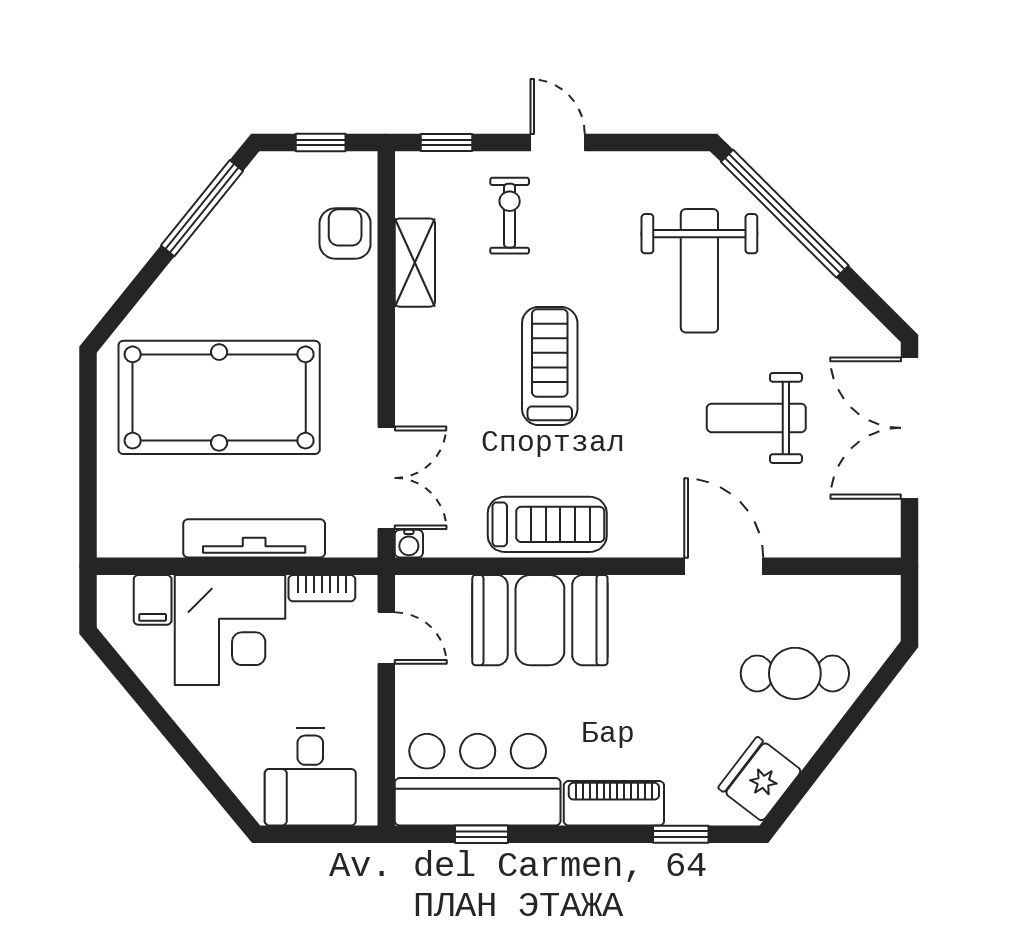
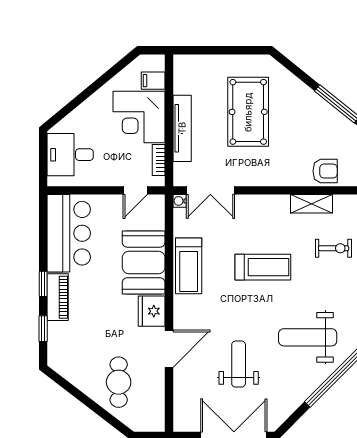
pool table: (219, 397) -> (248, 112), width x0.73, depth x0.76
fridge: (760, 779) -> (152, 311), moved, turned -127
window: (481, 834) -> (43, 284), moved

